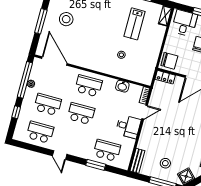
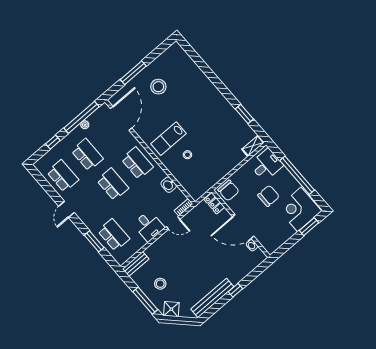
lab bench: (134, 24) -> (168, 139), moved

